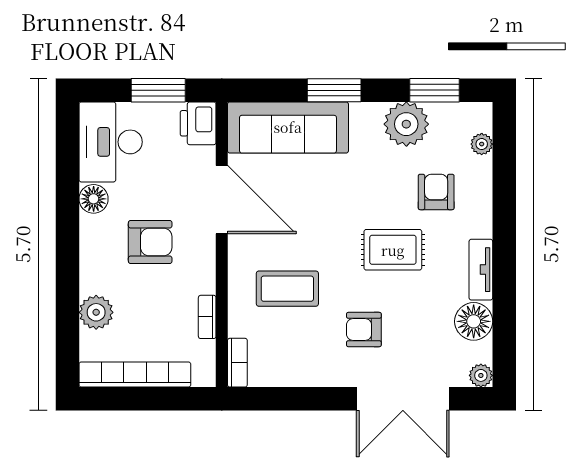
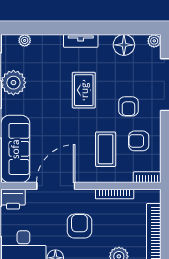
armchair: (436, 192) -> (139, 141), moved
tv unit: (481, 270) -> (81, 41), moved
bookcase: (207, 317) -> (115, 194), width x1.56

